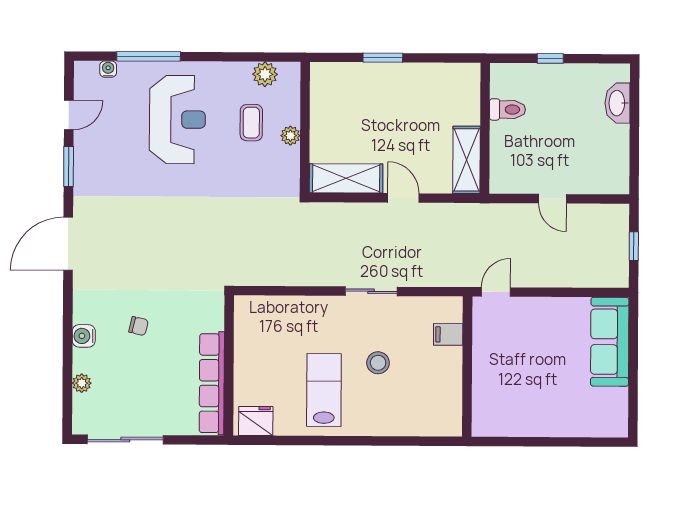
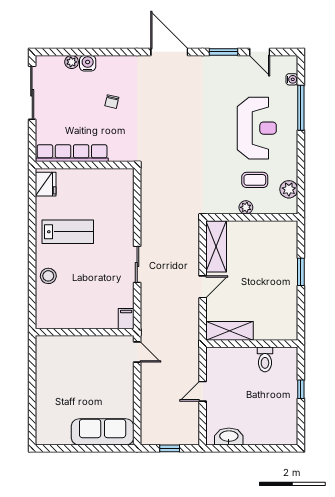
washbasin: (618, 103) -> (229, 437), moved
reception desk: (177, 120) -> (257, 128), turned -90
filing cabinet: (448, 334) -> (126, 319), moved
water cooler: (84, 336) -> (88, 63), moved
stool: (378, 363) -> (48, 276), moved

